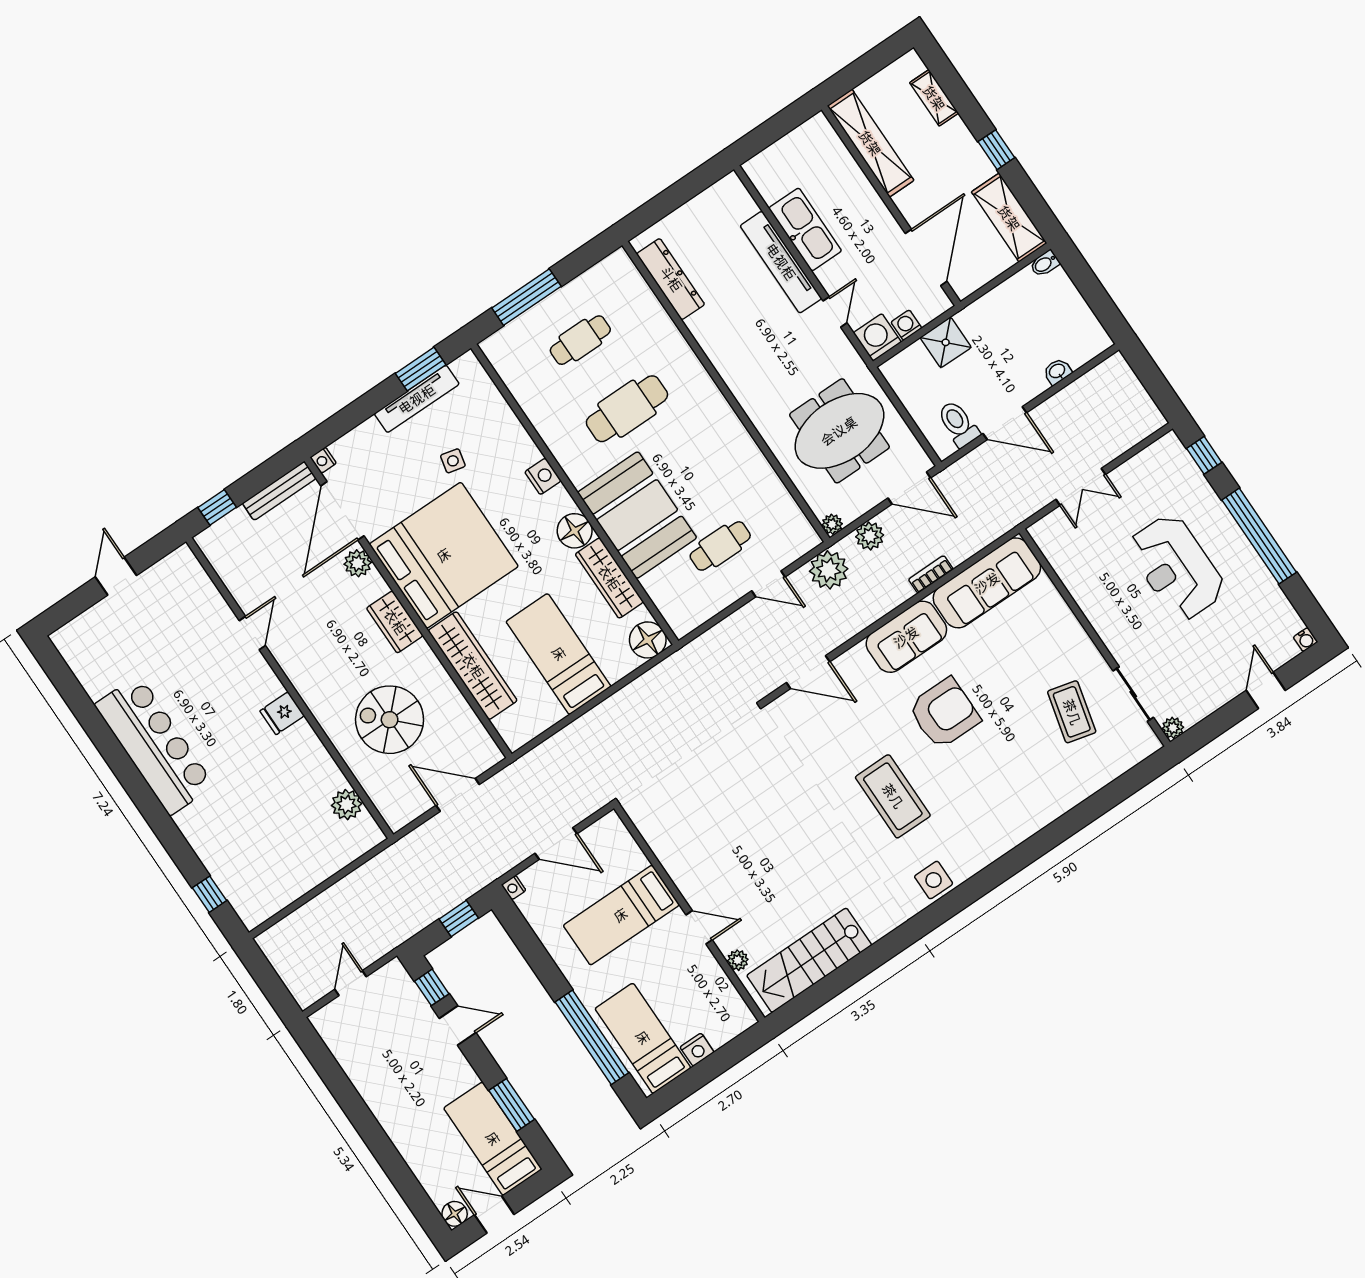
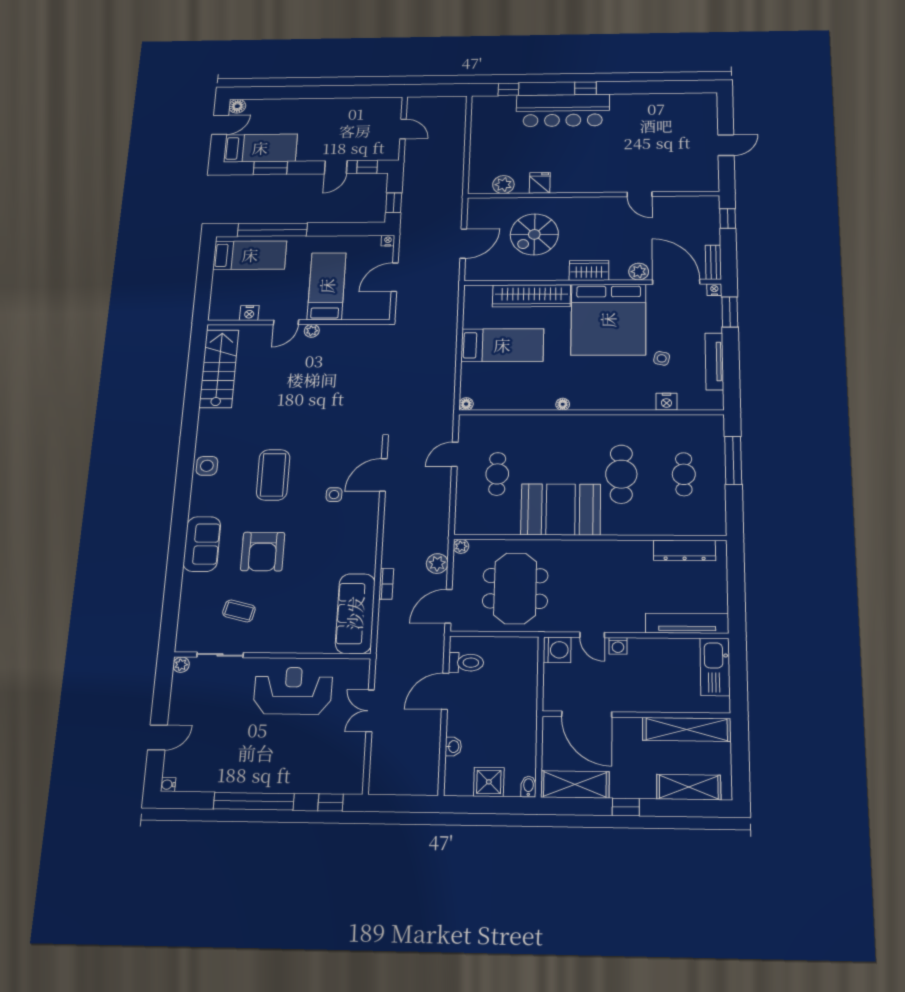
shelving: (934, 98) -> (689, 787), width x1.50, depth x1.33
kitchen sink: (805, 229) -> (715, 667), moved, turned 90
tv unit: (781, 262) -> (687, 623), moved
washing machine: (906, 325) -> (618, 646), moved, turned 90
shower: (946, 342) -> (489, 782), moved
window: (421, 369) -> (730, 312), moved
nightstand: (543, 476) -> (666, 402), moved
bench: (279, 491) -> (713, 262), width x0.73
booth: (637, 515) -> (561, 509), moved
floor lamp: (575, 531) -> (563, 404), width x0.53, depth x0.53
reception desk: (1176, 567) -> (293, 691), moved
plant: (829, 570) -> (435, 526), removed
door: (116, 576) -> (726, 145), hinge flipped
wardrobe: (609, 578) -> (526, 400), removed
door: (768, 584) -> (455, 454), moved
sofa: (906, 637) -> (202, 544), moved, turned 180
floor lamp: (648, 640) -> (466, 404), width x0.53, depth x0.53
door: (1266, 690) -> (158, 737), hinge flipped
side table: (869, 710) -> (334, 495), added
coffee table: (1072, 712) -> (239, 611), width x0.73, depth x0.77
fridge: (282, 713) -> (540, 183), moved
armchair: (944, 713) -> (263, 552), moved
spiral stairs: (390, 720) -> (534, 234), turned 180
bar counter: (154, 745) -> (563, 110), moved
coffee table: (893, 796) -> (273, 475), turned 90
window: (146, 801) -> (586, 88), added
plant: (738, 960) -> (312, 331), moved
nightstand: (697, 1050) -> (249, 313), moved, turned -90

